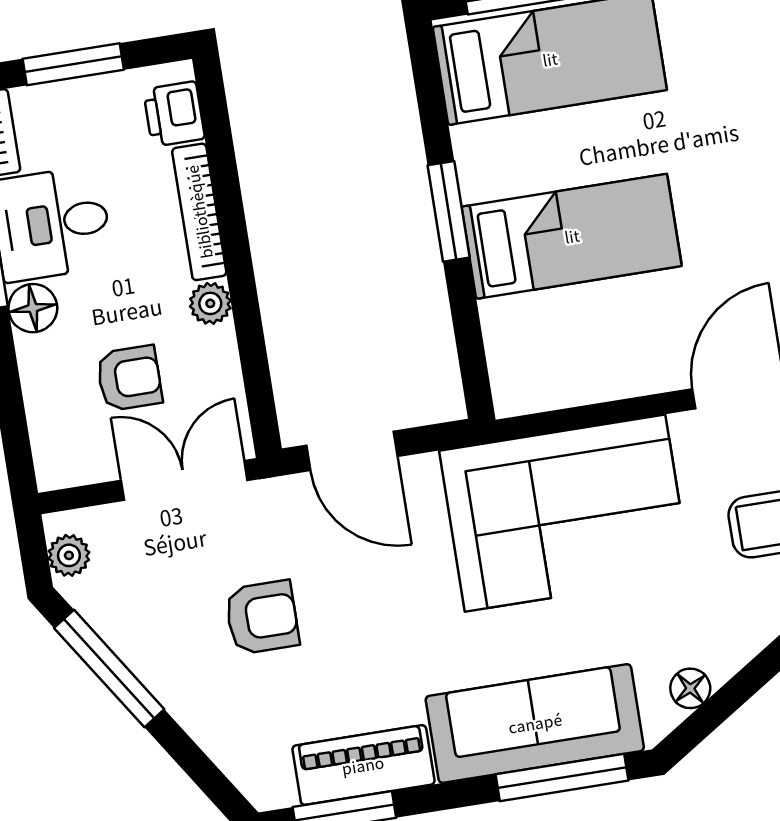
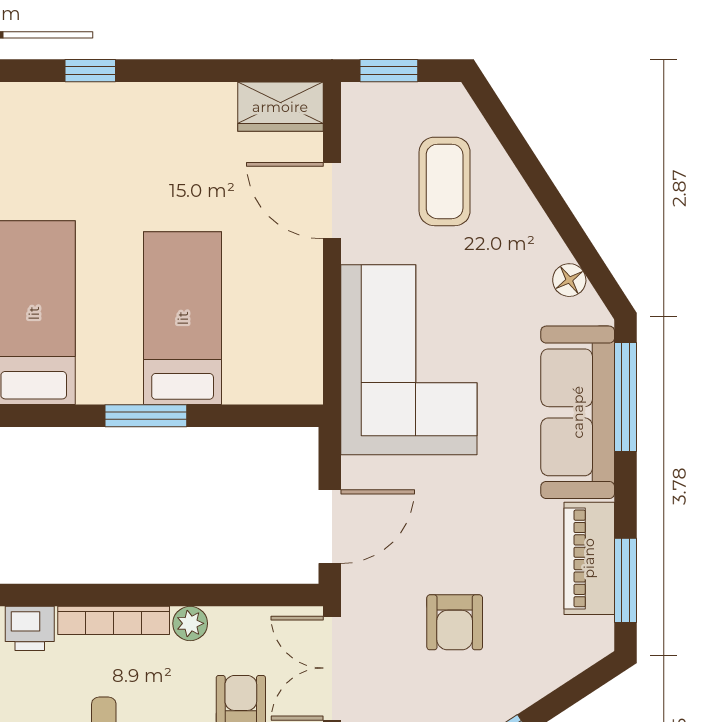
armchair: (262, 617) -> (455, 622), turned 180

